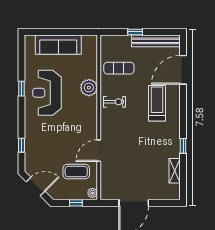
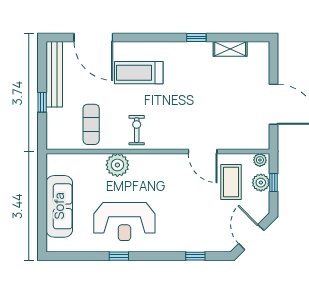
plant: (76, 194) -> (261, 183), added

